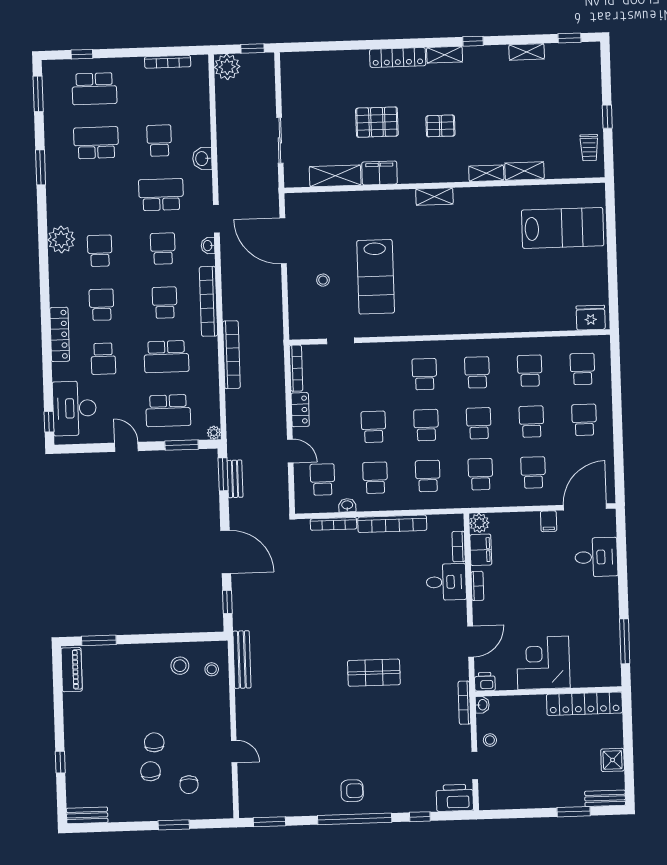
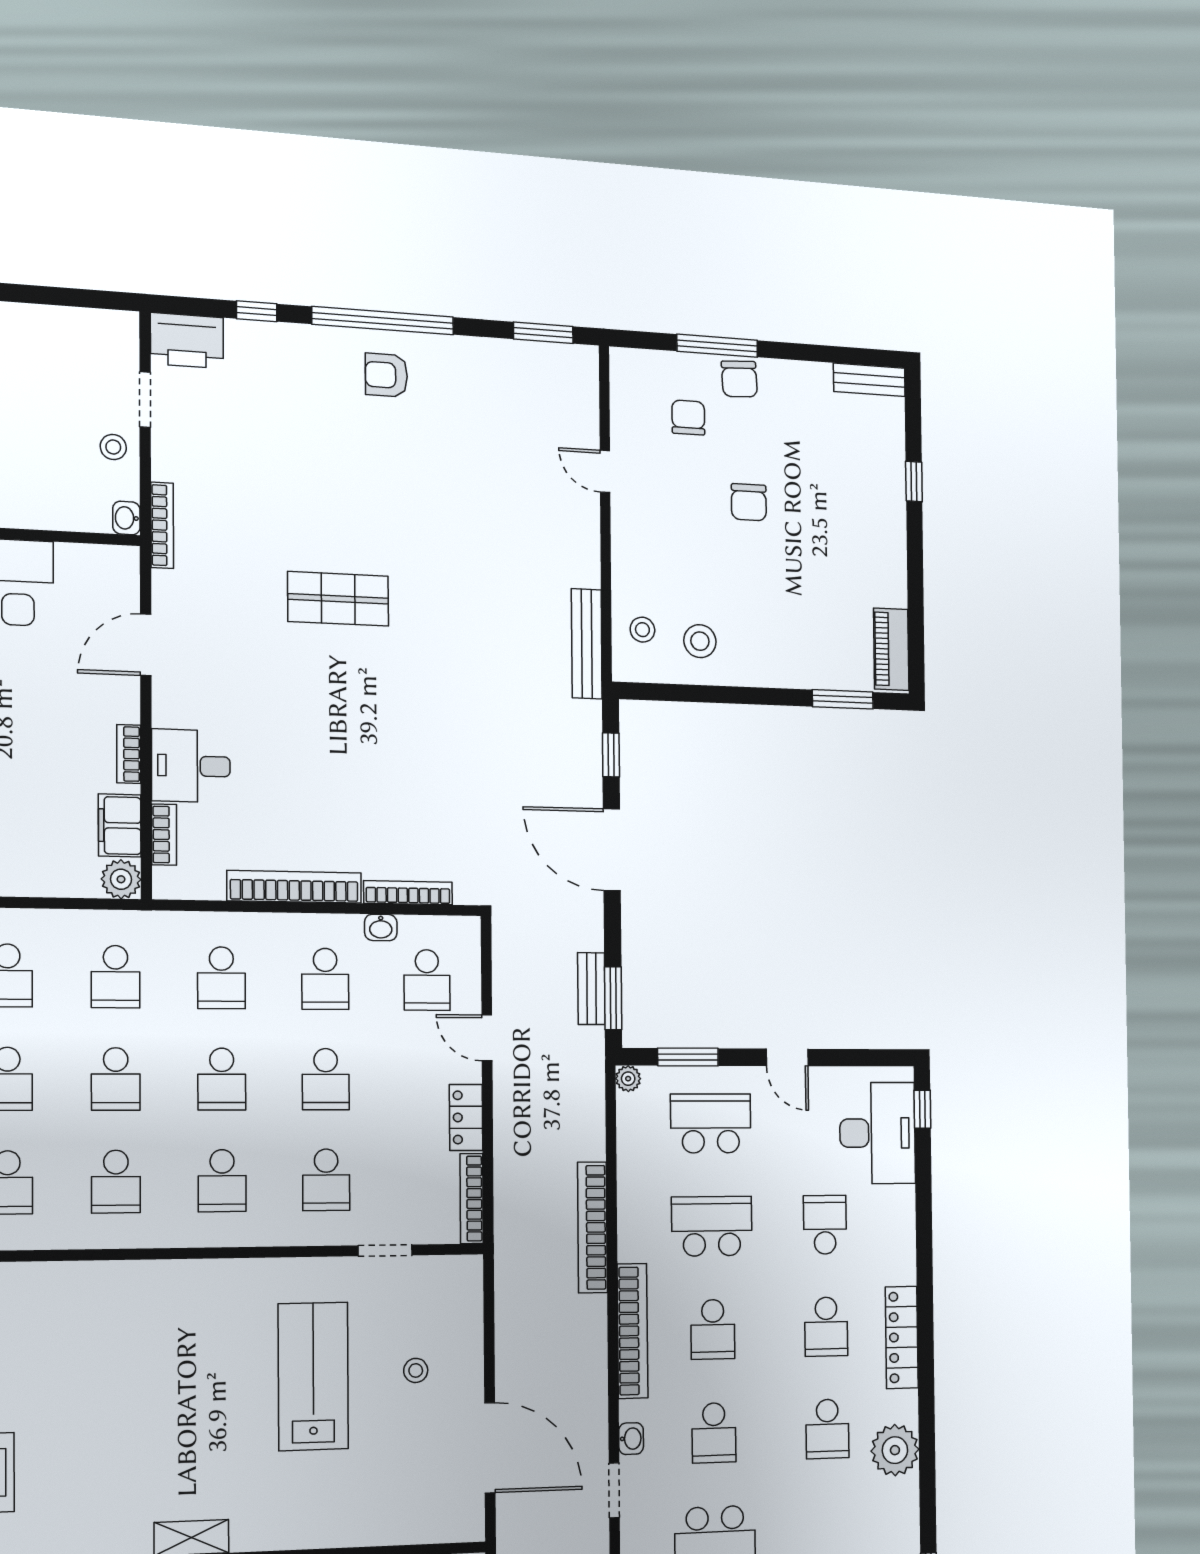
locker: (60, 334) -> (902, 1337), moved
school desk: (372, 376) -> (326, 1180), added
printer: (485, 682) -> (120, 563), removed
chair: (151, 771) -> (739, 379), moved
window: (174, 825) -> (717, 346), width x1.44

